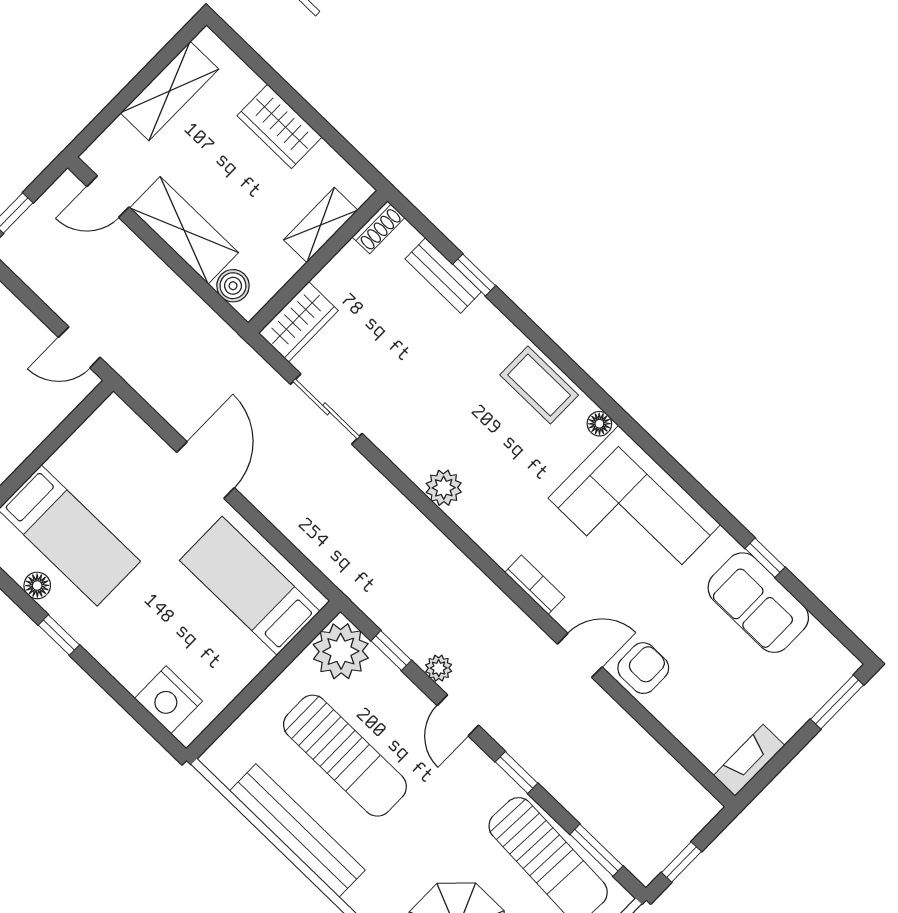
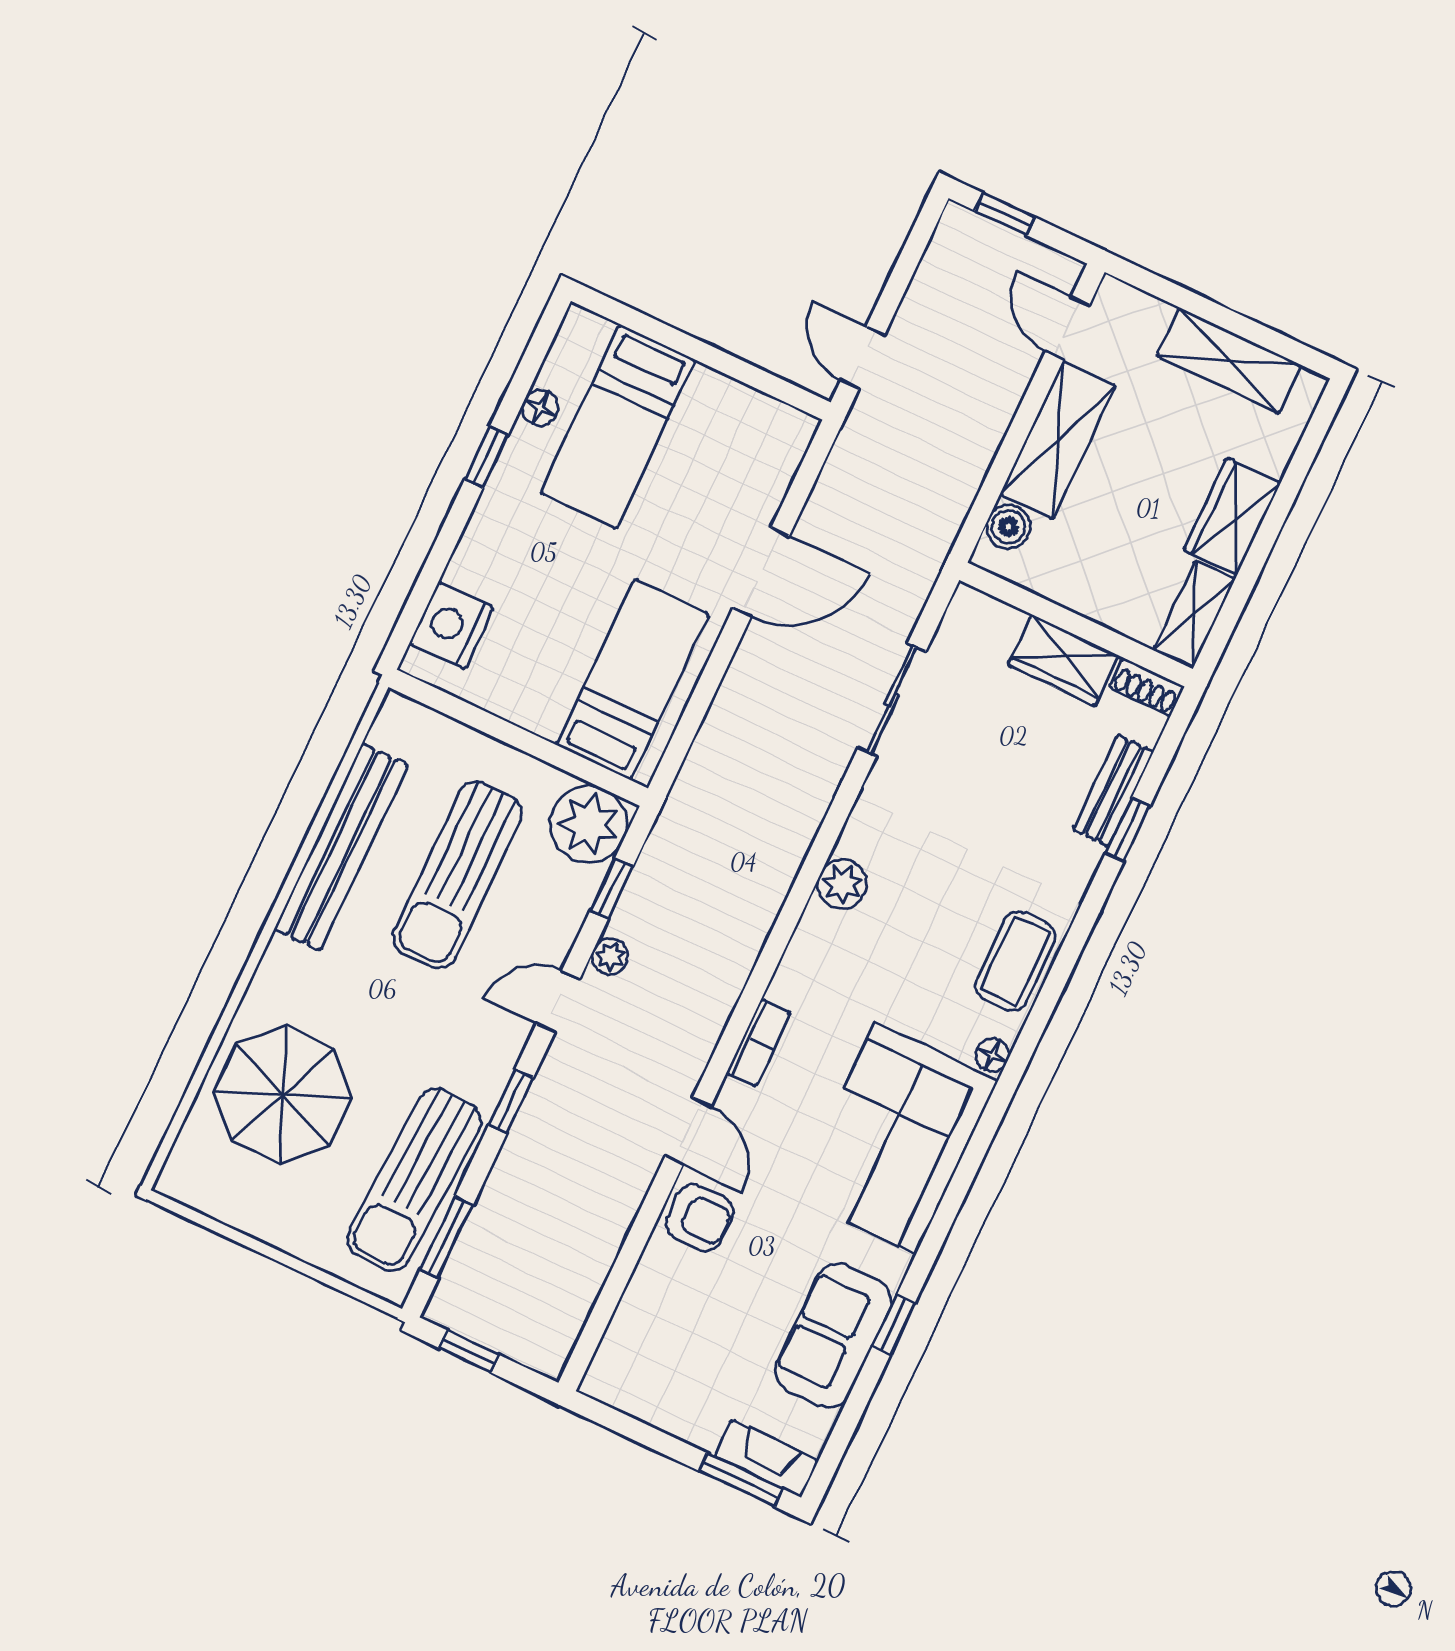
shelving: (321, 225) -> (1194, 614), moved, turned 90
wardrobe: (298, 322) -> (1063, 660), moved
fireplace: (749, 760) -> (766, 1459), moved

